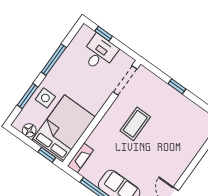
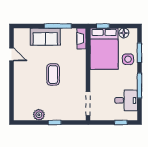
desk: (99, 53) -> (126, 100), moved, turned -90
plant: (188, 107) -> (39, 115), added
coffee table: (135, 124) -> (53, 75), moved

